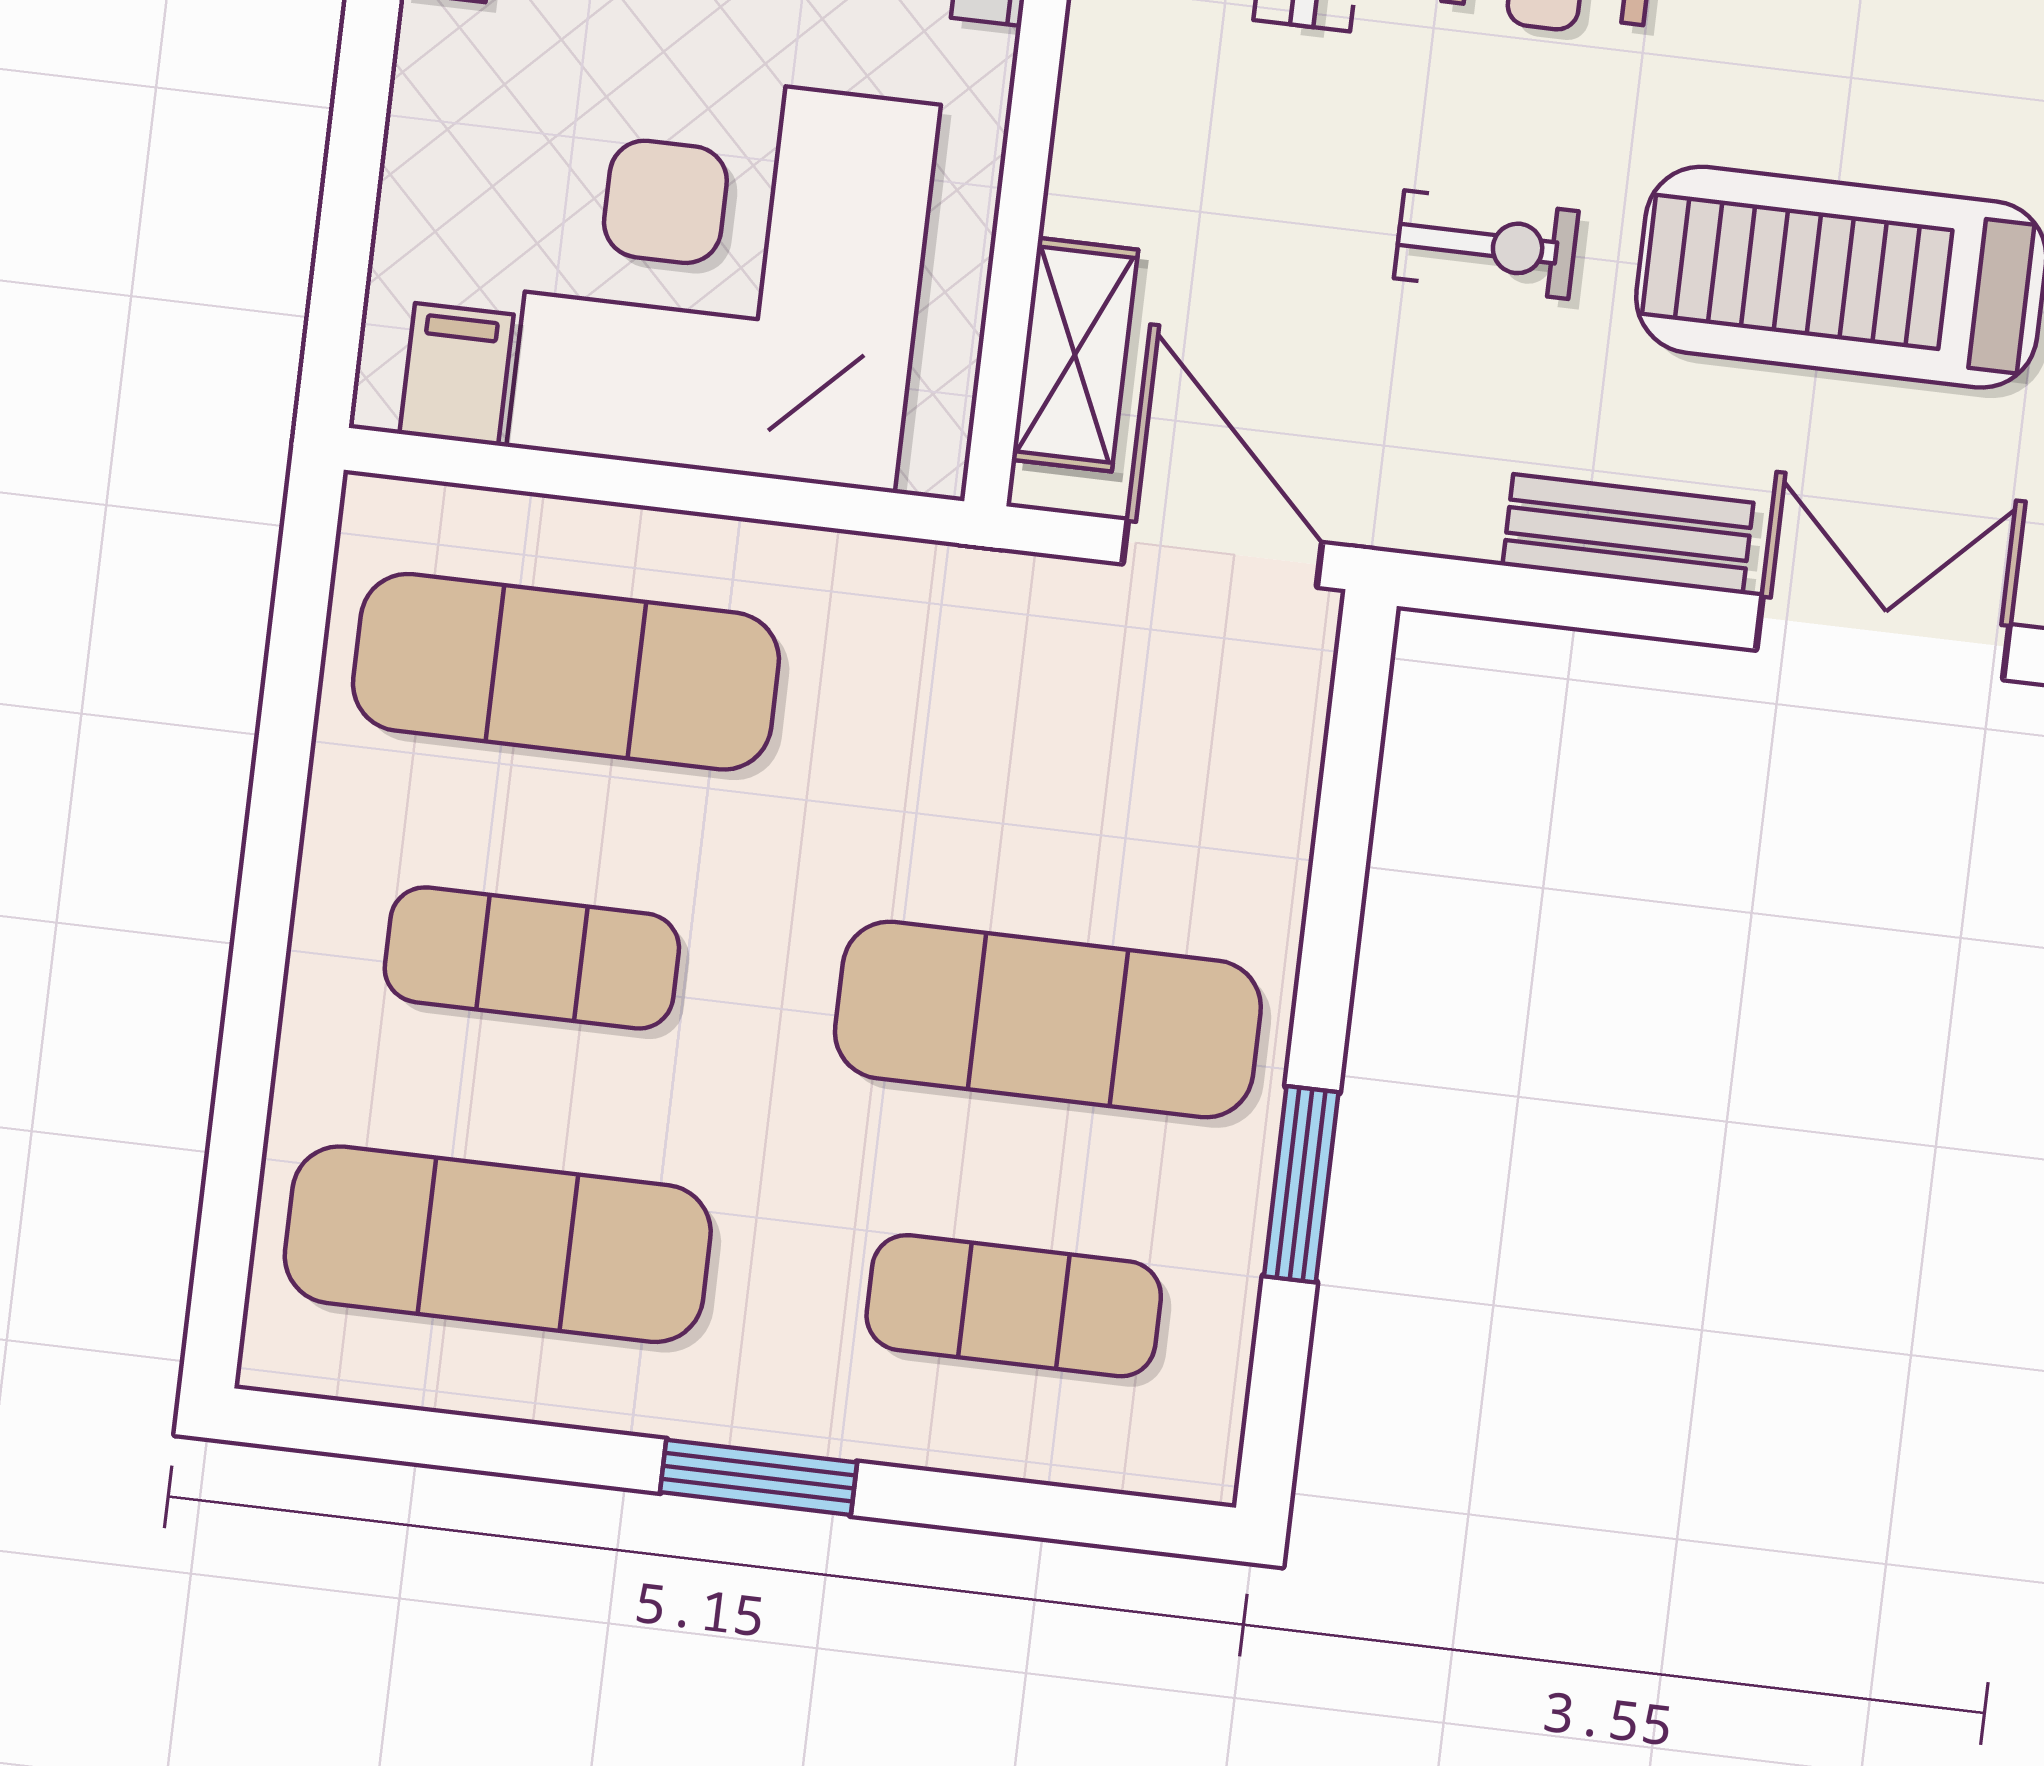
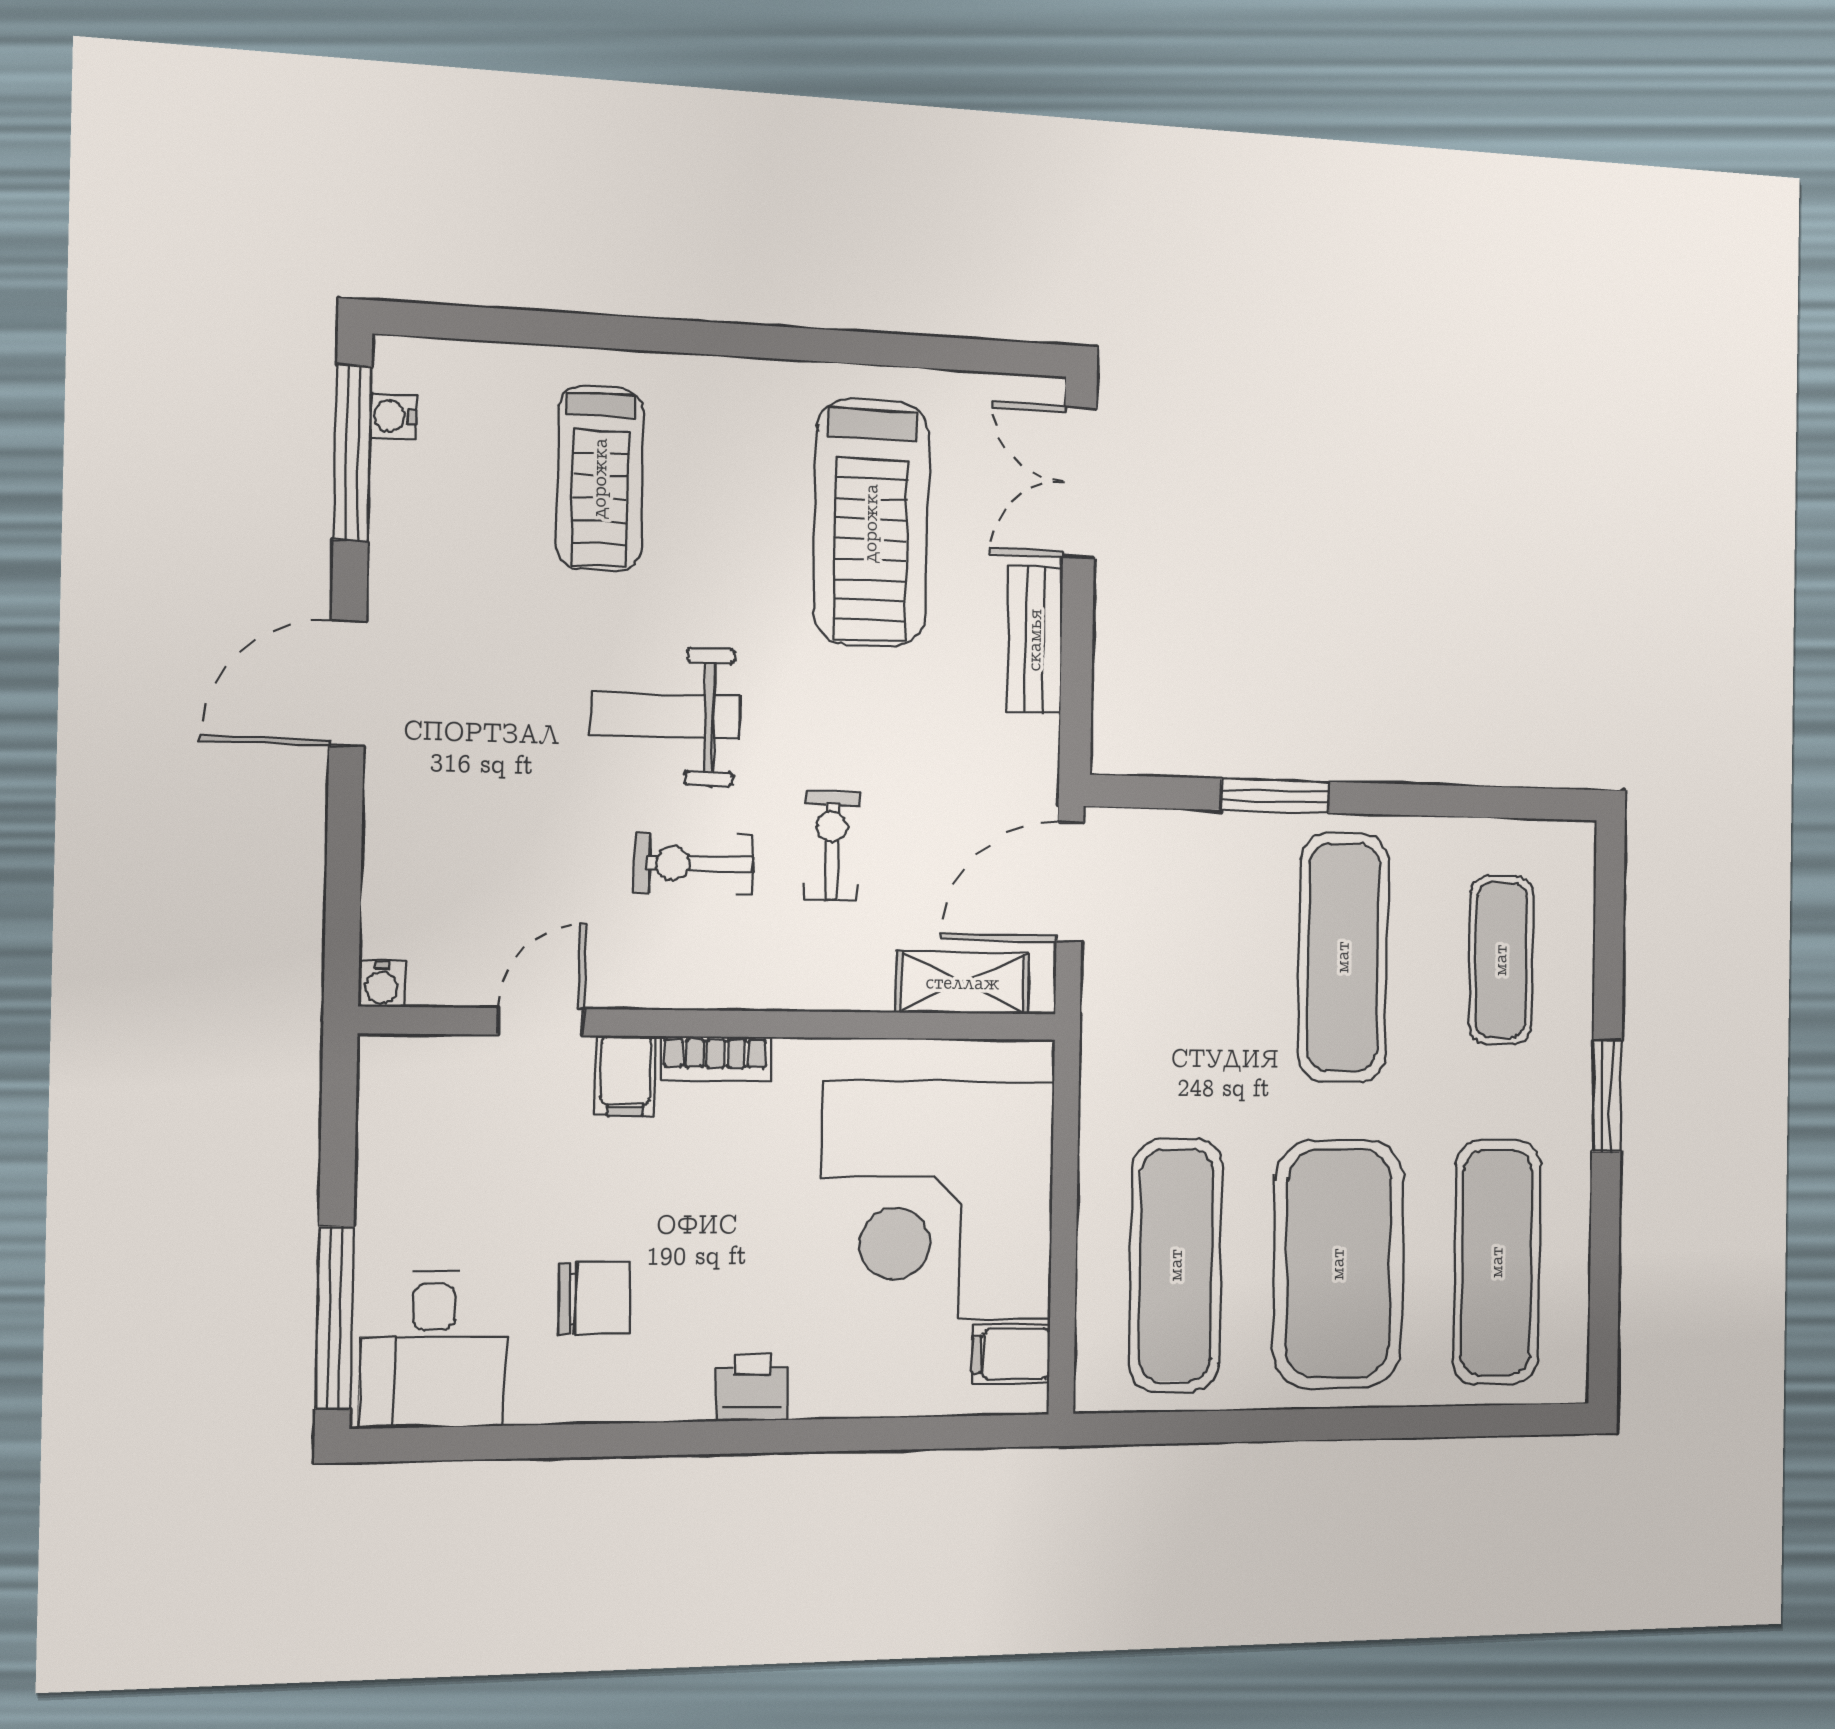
exercise bike: (1486, 245) -> (832, 846), moved
exercise mat: (532, 958) -> (1338, 1264), width x2.00, depth x1.45
window: (1301, 1184) -> (1275, 796), moved

